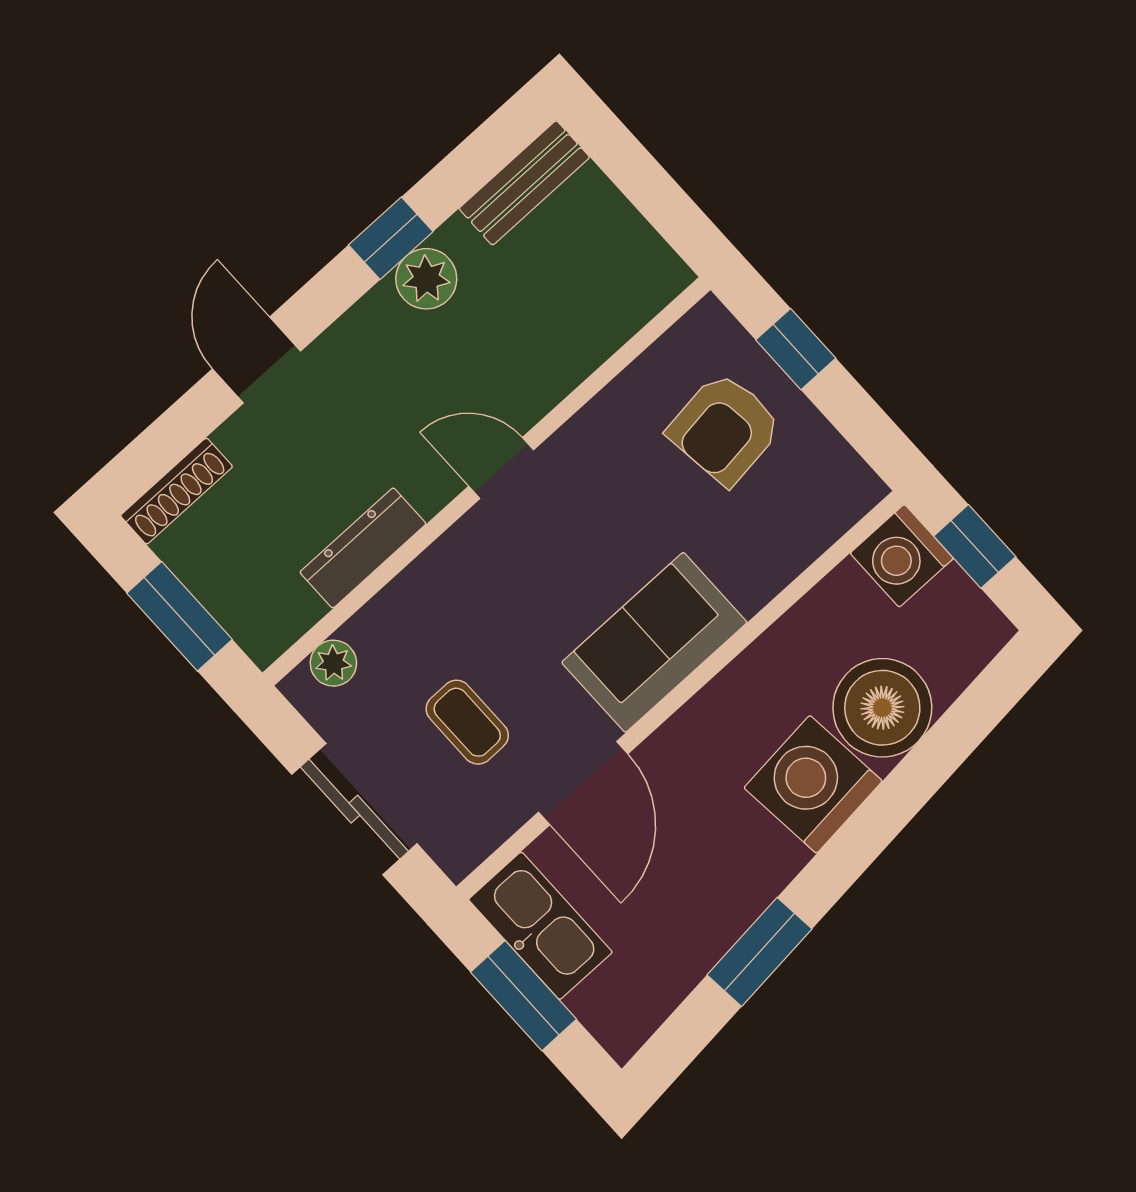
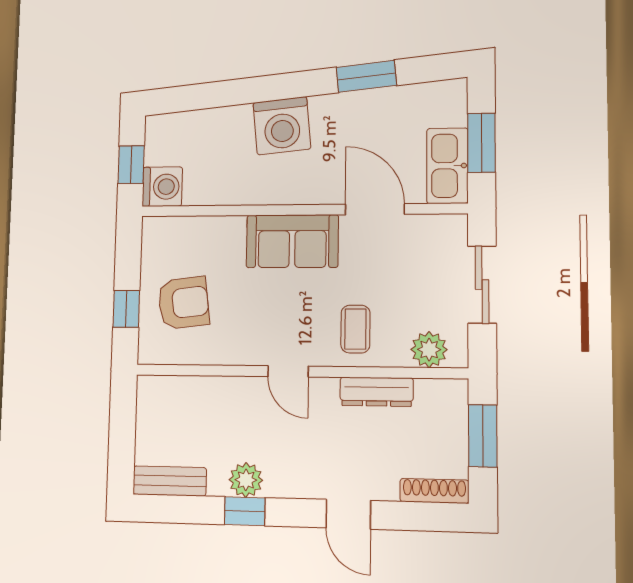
door: (256, 360) -> (348, 514), hinge flipped
plant: (333, 663) -> (429, 350), width x1.38, depth x1.38
boiler: (882, 708) -> (226, 132), removed
coffee table: (467, 722) -> (355, 329), moved
door: (583, 783) -> (375, 209), hinge flipped

